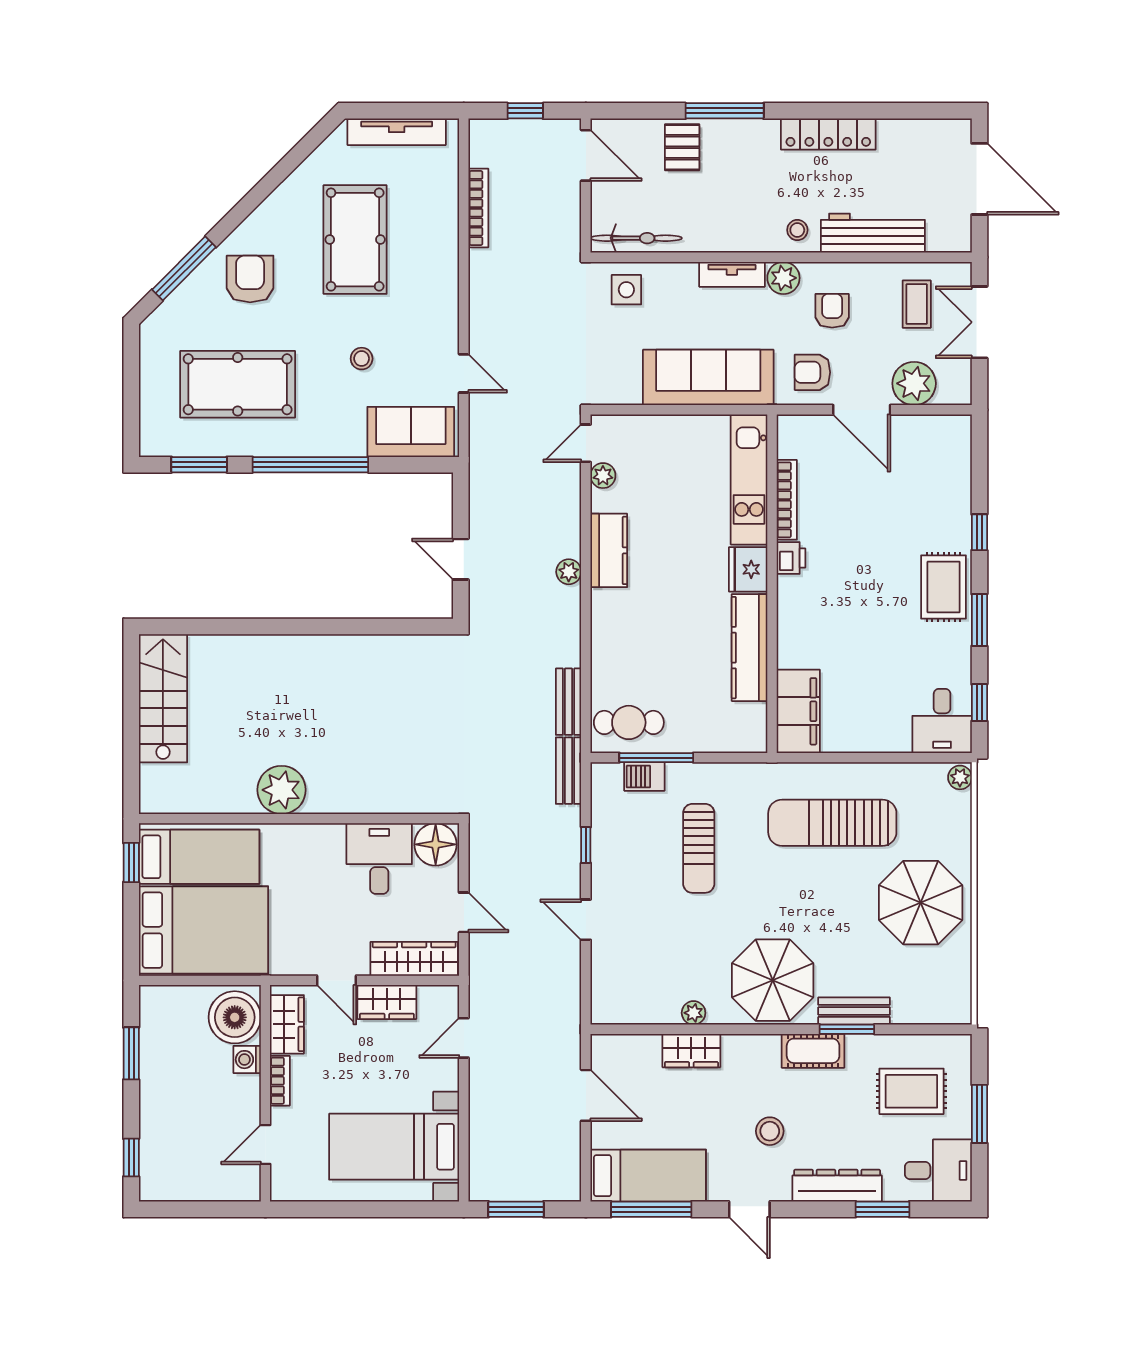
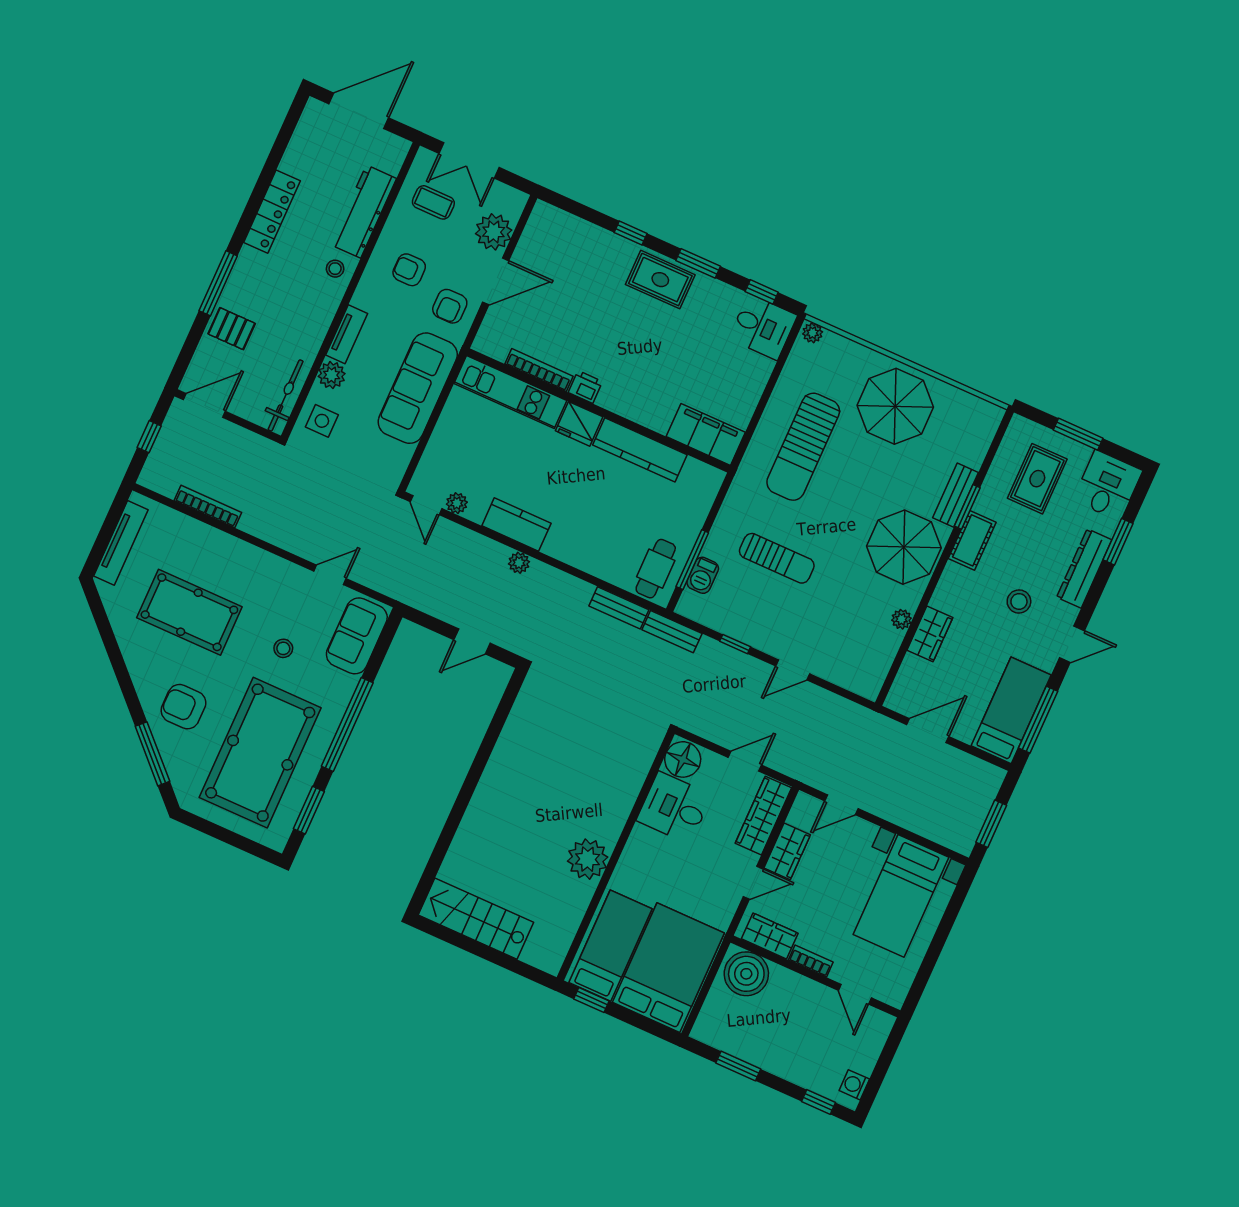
plant: (783, 278) -> (332, 375), moved
pool table: (238, 384) -> (260, 753), width x1.36, depth x1.32
door: (464, 1038) -> (841, 805), hinge flipped
washing machine: (247, 1060) -> (854, 1085), moved, turned 90

